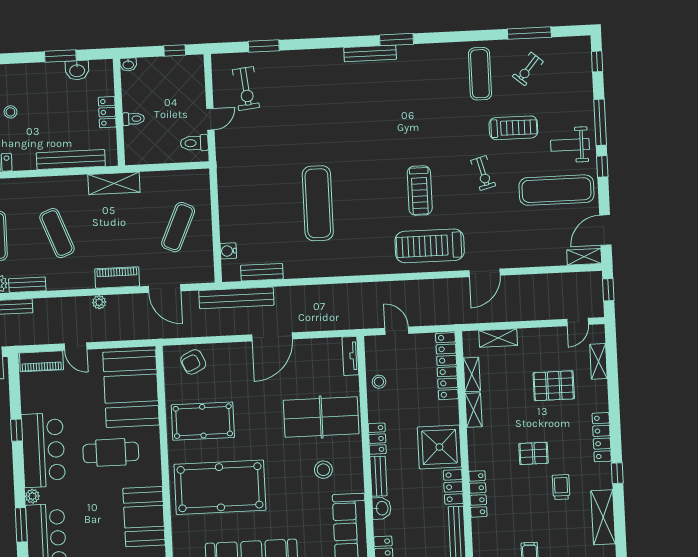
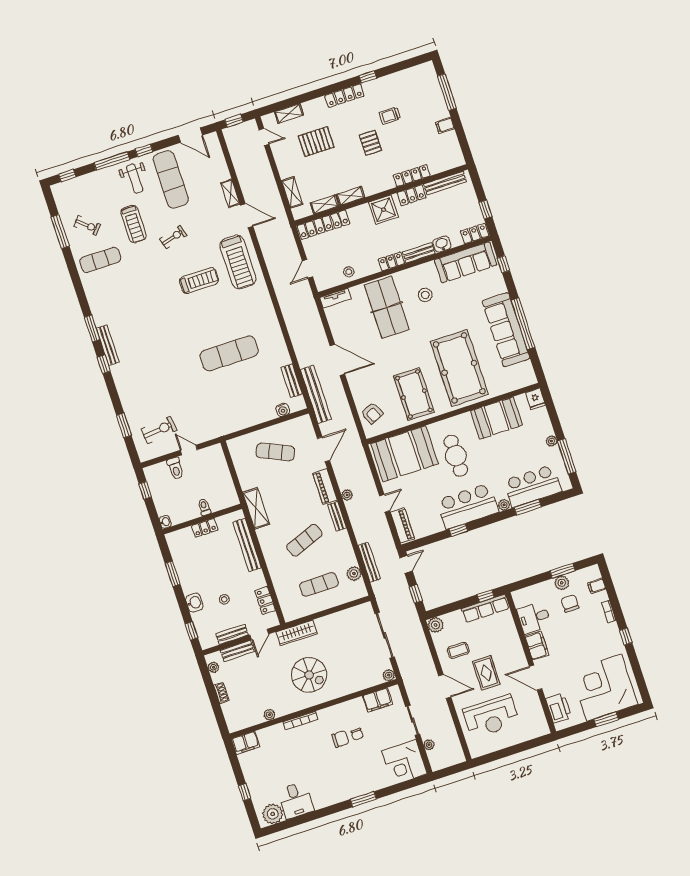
window: (348, 42) -> (104, 364), added
washbasin: (77, 70) -> (194, 603), moved
treadmill: (513, 128) -> (133, 224), turned 180
toilet: (194, 143) -> (175, 468), moved
shelving: (584, 257) -> (230, 193), moved
bench: (27, 285) -> (337, 516), moved
pallet: (554, 386) -> (316, 142), turned 90
shower: (439, 447) -> (383, 210), width x0.73, depth x0.73
shelving: (603, 517) -> (403, 78), removed

